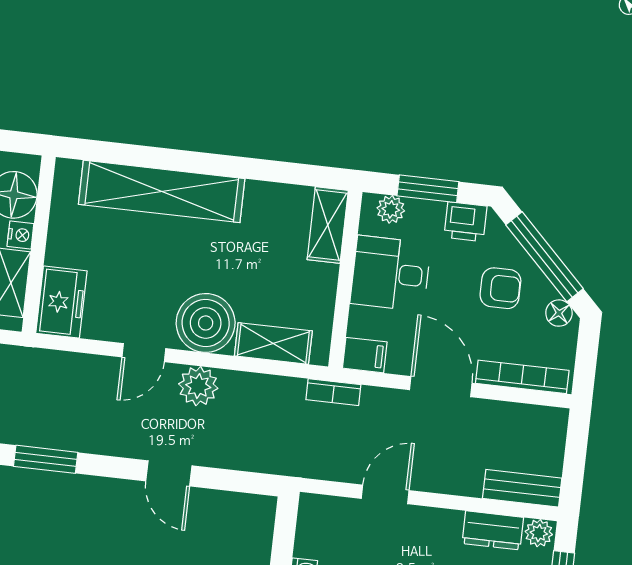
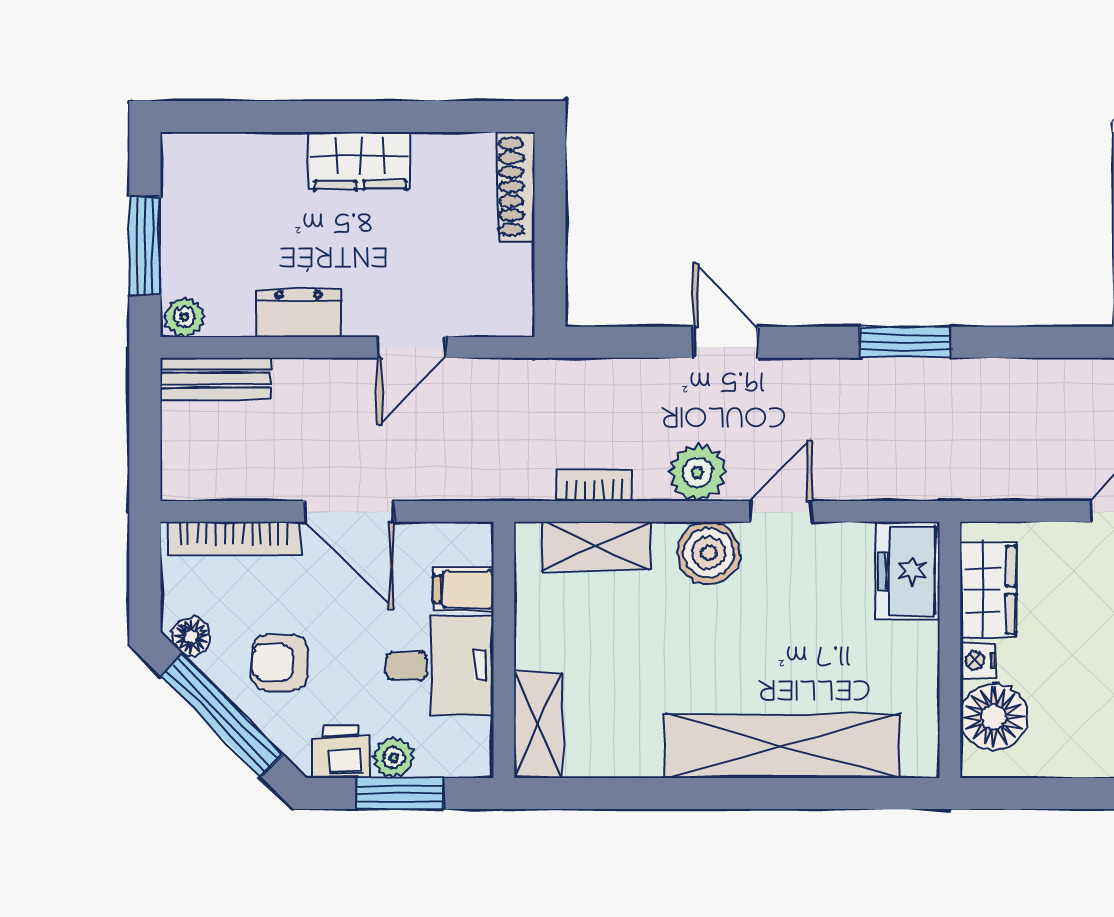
plant: (391, 209) -> (394, 758), moved
boiler: (206, 323) -> (709, 553), width x0.73, depth x0.73
filing cabinet: (365, 355) -> (464, 589), moved
bookcase: (333, 392) -> (594, 486), moved
dresser: (493, 530) -> (299, 313), moved

